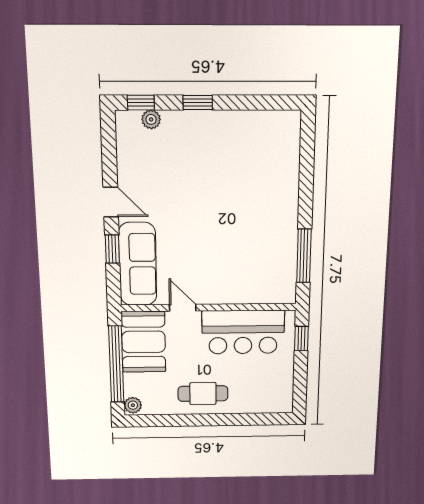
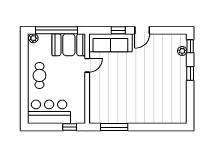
bar counter: (243, 332) -> (49, 112), moved, turned 90

